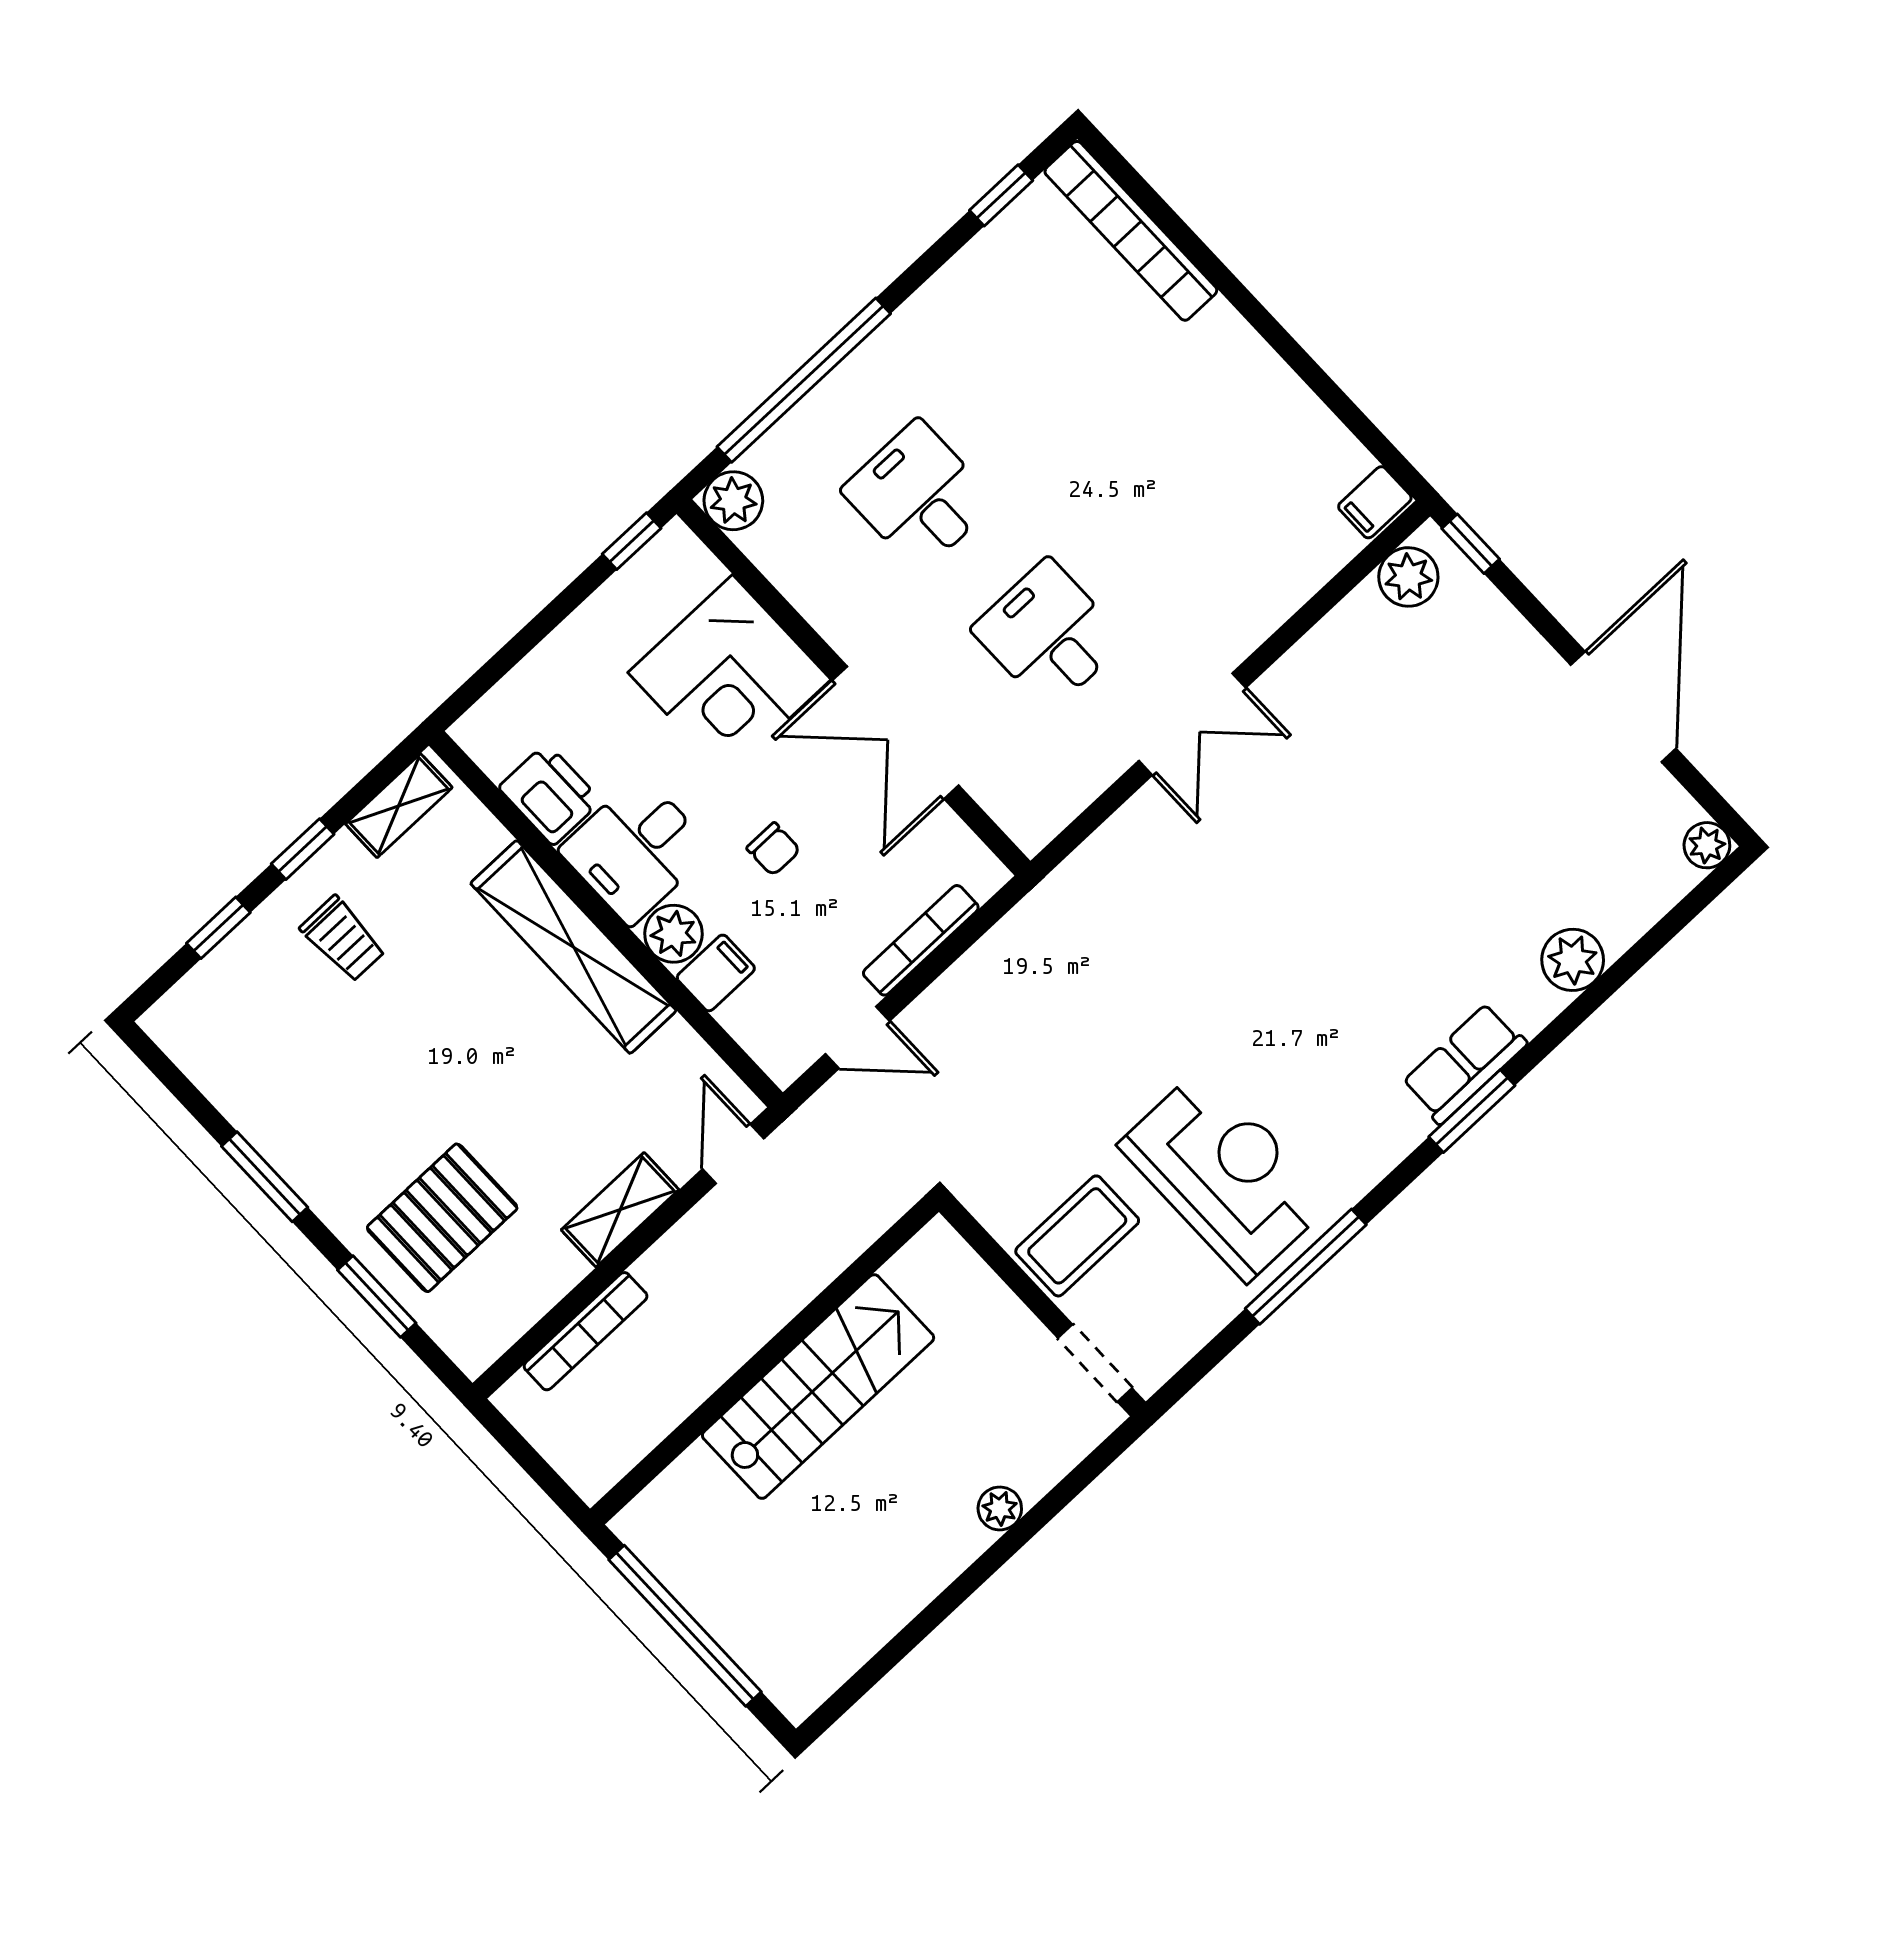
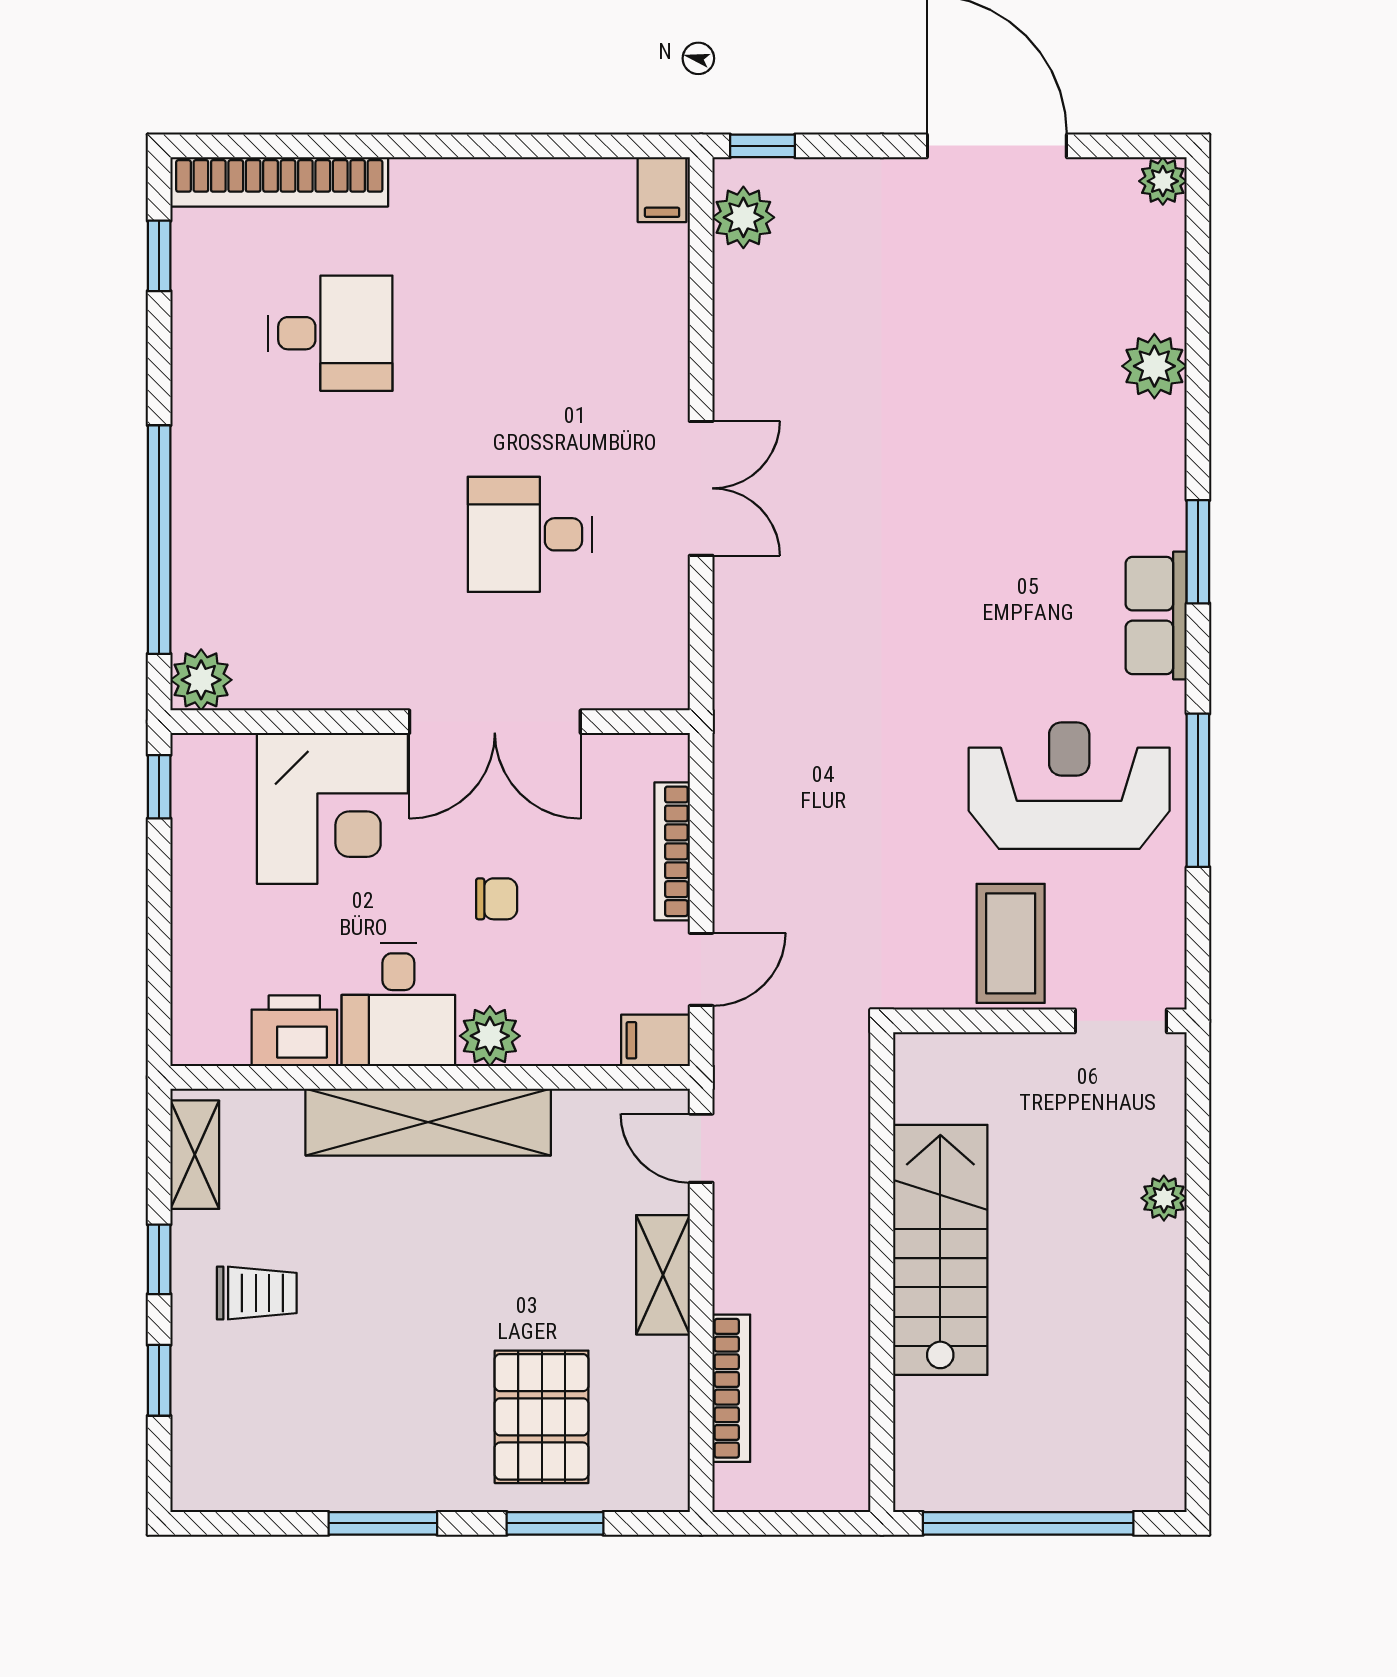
desk: (919, 496) -> (330, 333), moved, turned 180
filing cabinet: (716, 973) -> (655, 1040), moved, turned -90
row of seats: (1464, 1064) -> (1156, 616), moved

